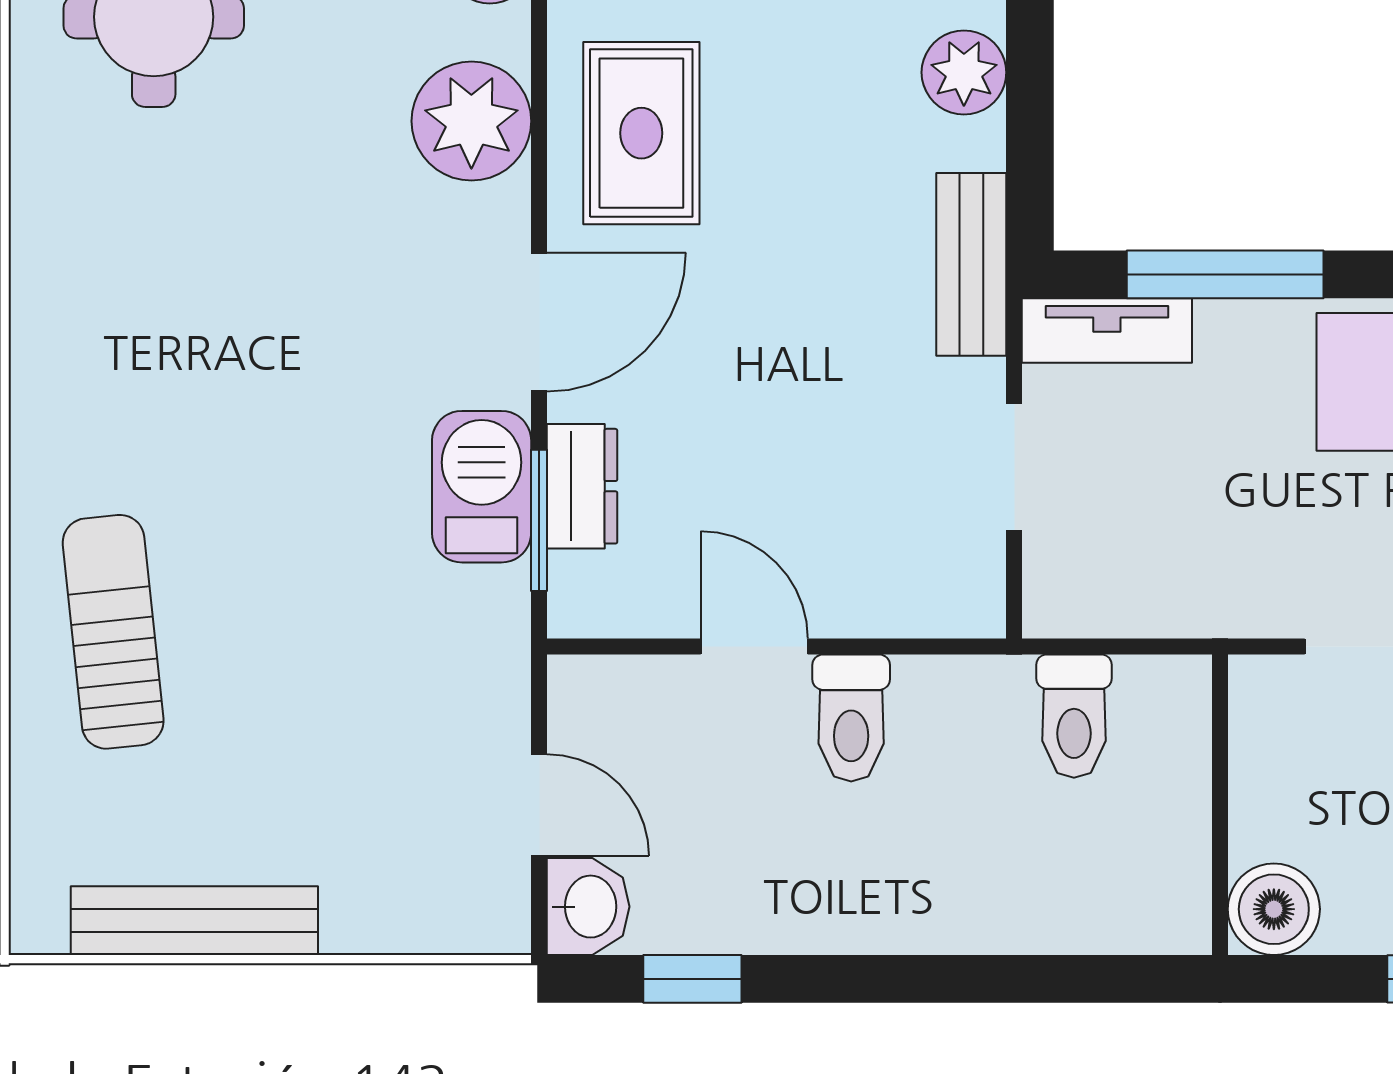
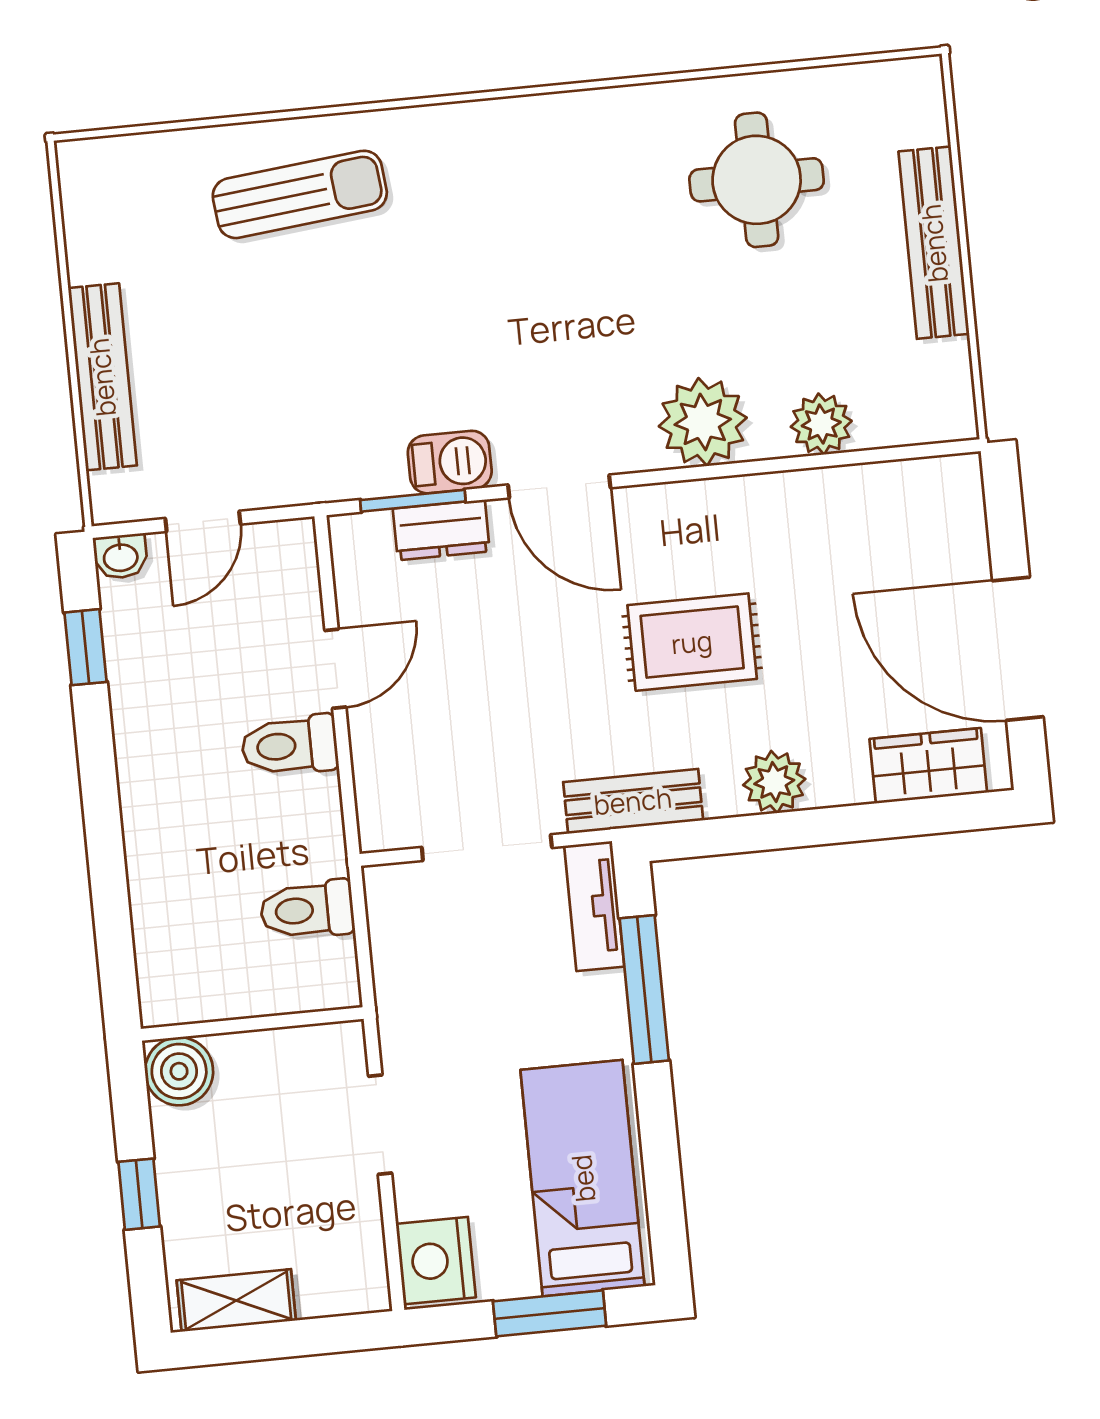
rug: (641, 133) -> (692, 642), moved
doorway: (1014, 467) -> (487, 848), width x1.38
barbecue: (482, 487) -> (450, 462), width x0.73, depth x0.79
washbasin: (588, 907) -> (121, 556), width x0.72, depth x0.69
bench: (194, 921) -> (102, 377), moved

